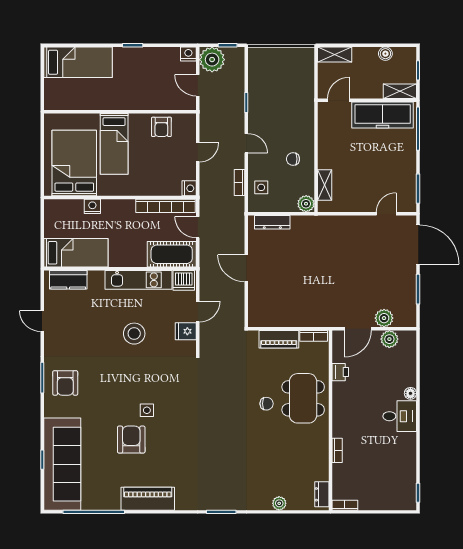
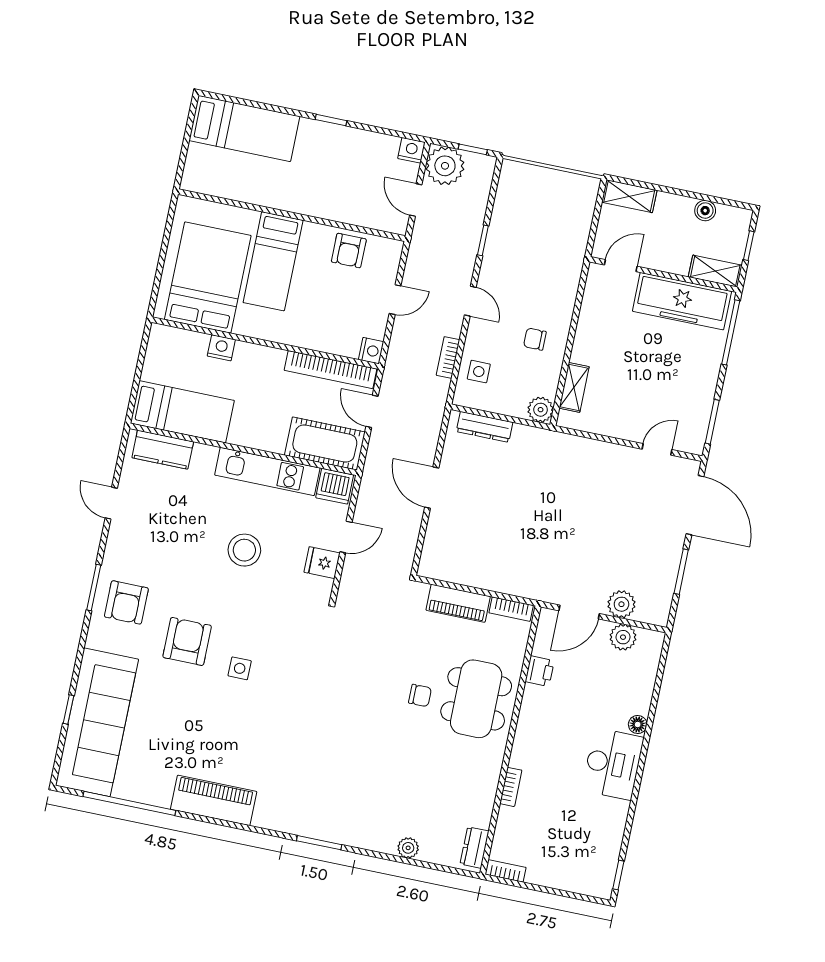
desk: (400, 416) -> (613, 764), width x1.37
armchair: (131, 440) -> (187, 641), moved

